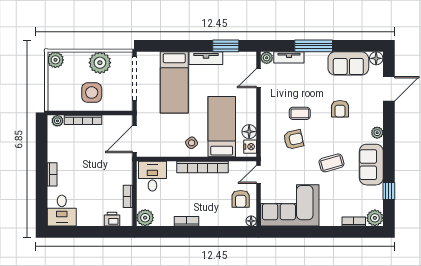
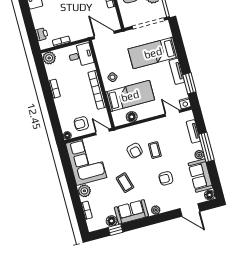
plant: (267, 58) -> (199, 155), moved
nightstand: (250, 147) -> (185, 103), moved
floor lamp: (376, 193) -> (112, 221), added
plant: (375, 218) -> (84, 191), moved

